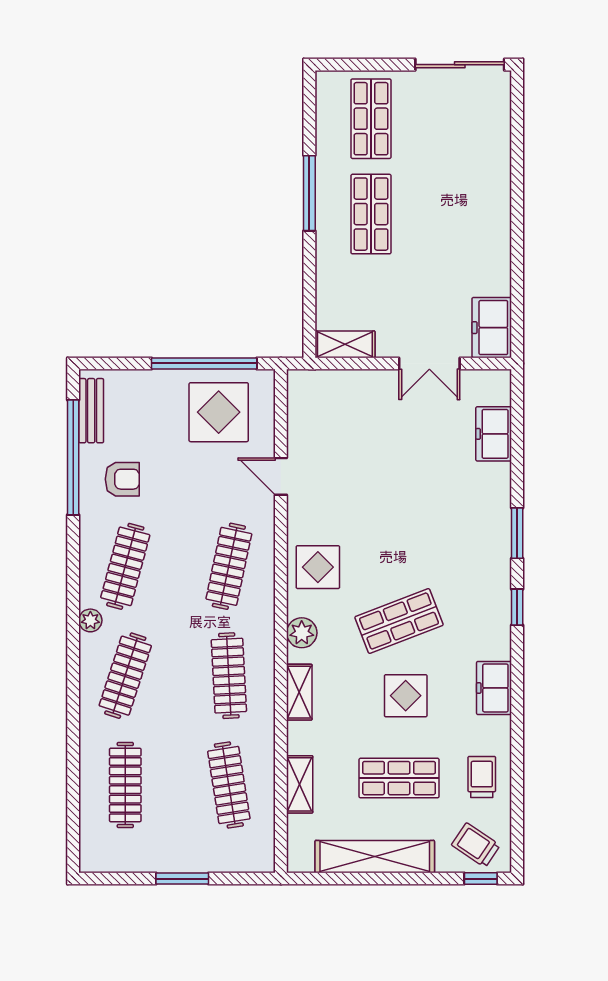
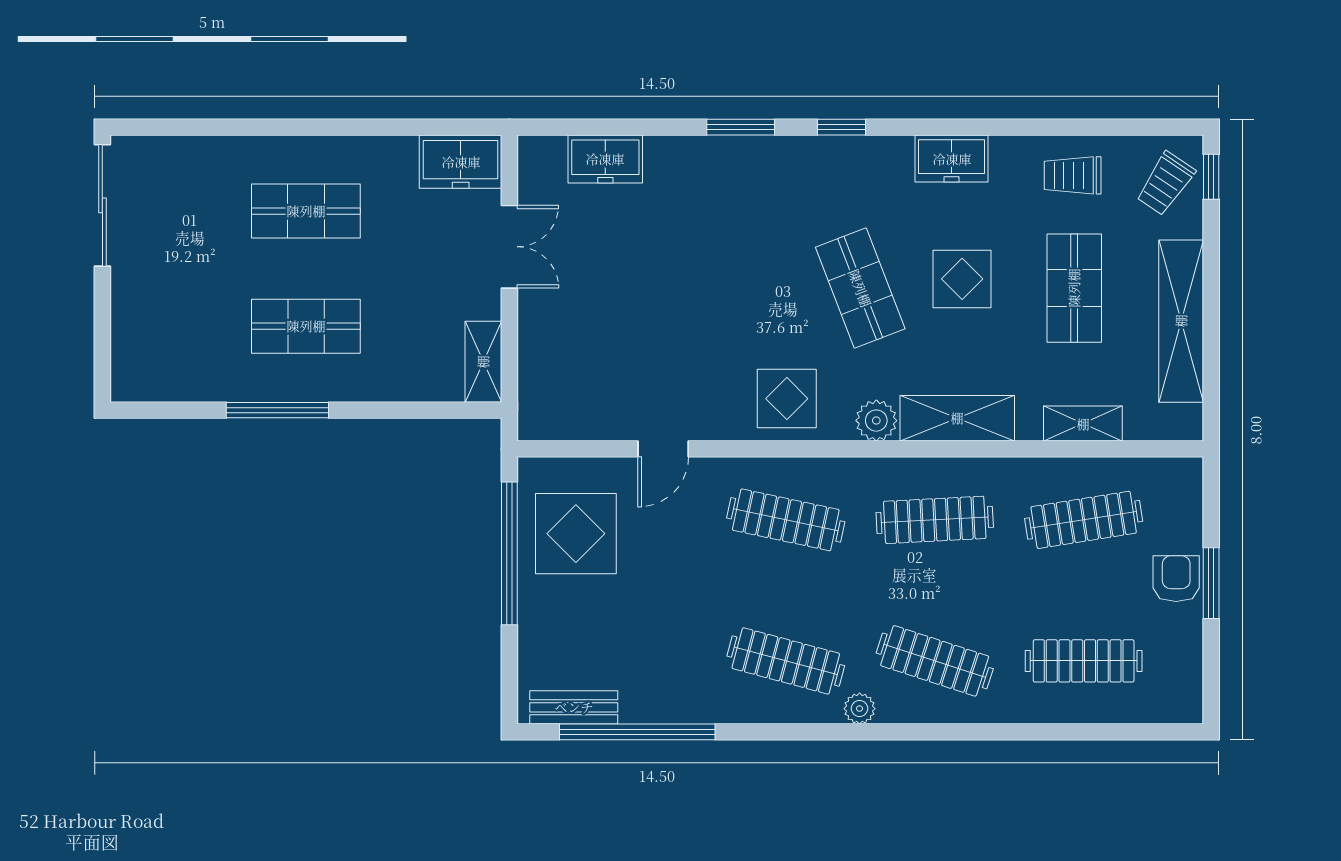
shop shelf: (371, 119) -> (306, 211), moved
armchair: (122, 479) -> (1176, 579), moved
shelving: (299, 692) -> (957, 418), width x1.50, depth x1.33

